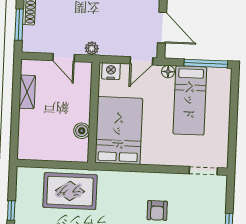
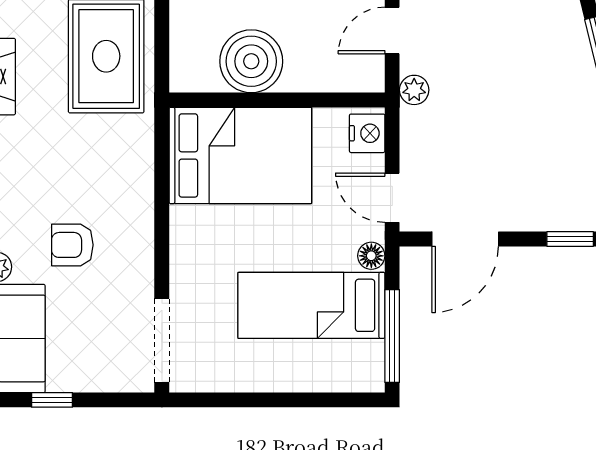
boiler: (82, 131) -> (251, 61), width x1.86, depth x1.86
doorway: (203, 171) -> (162, 340), width x1.38

